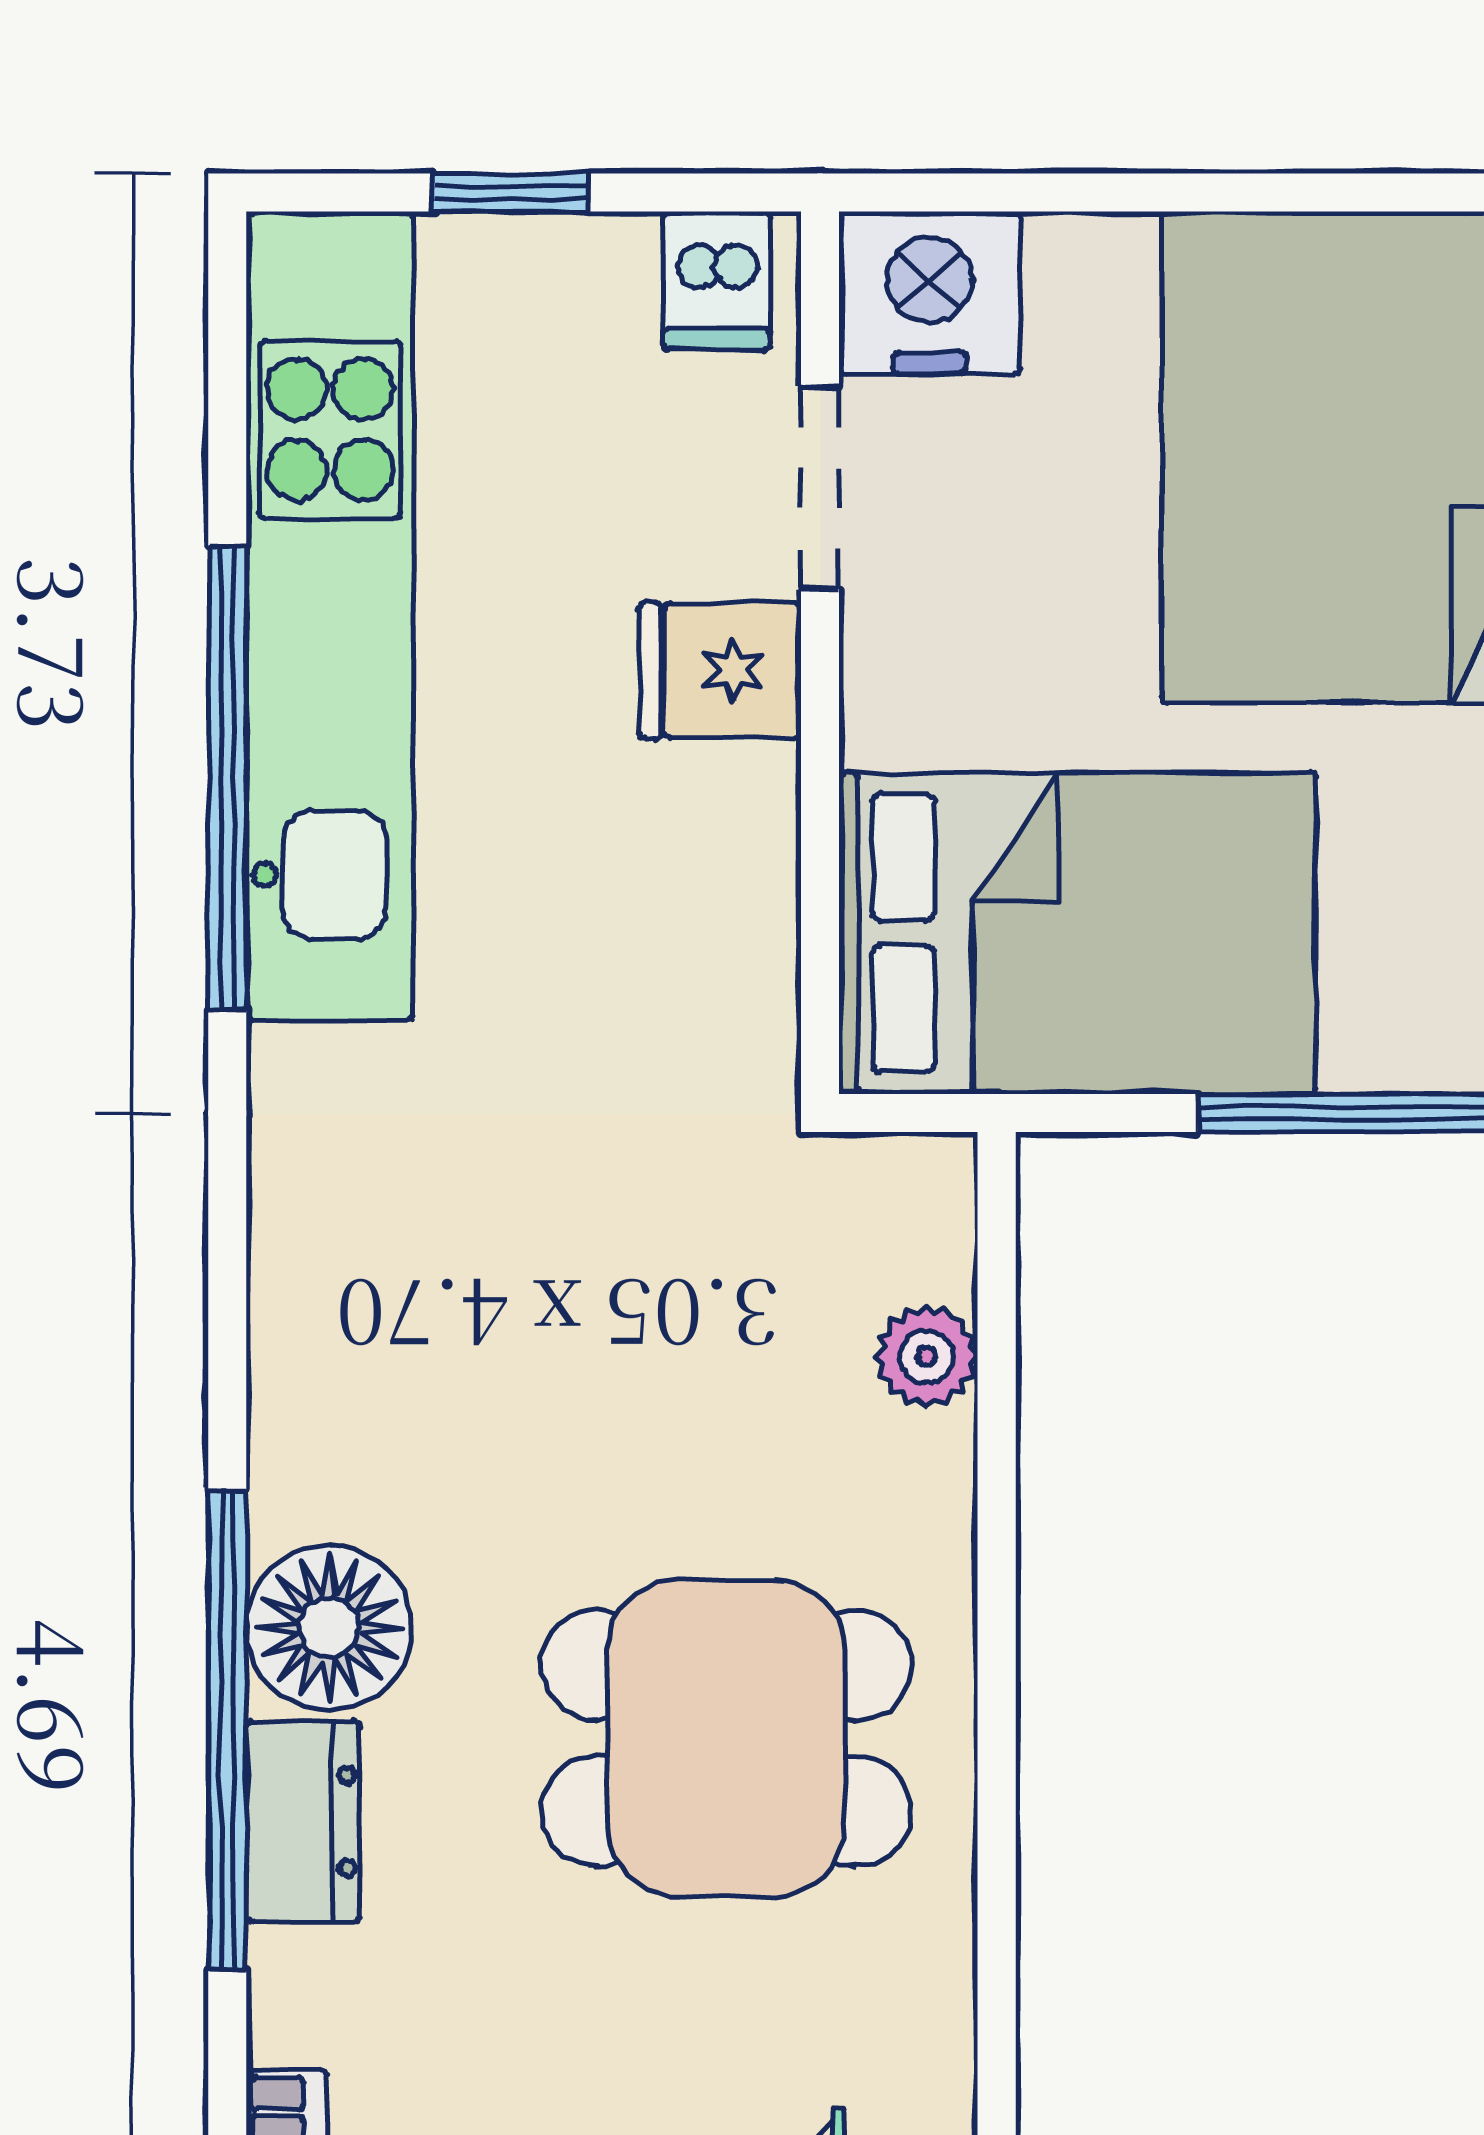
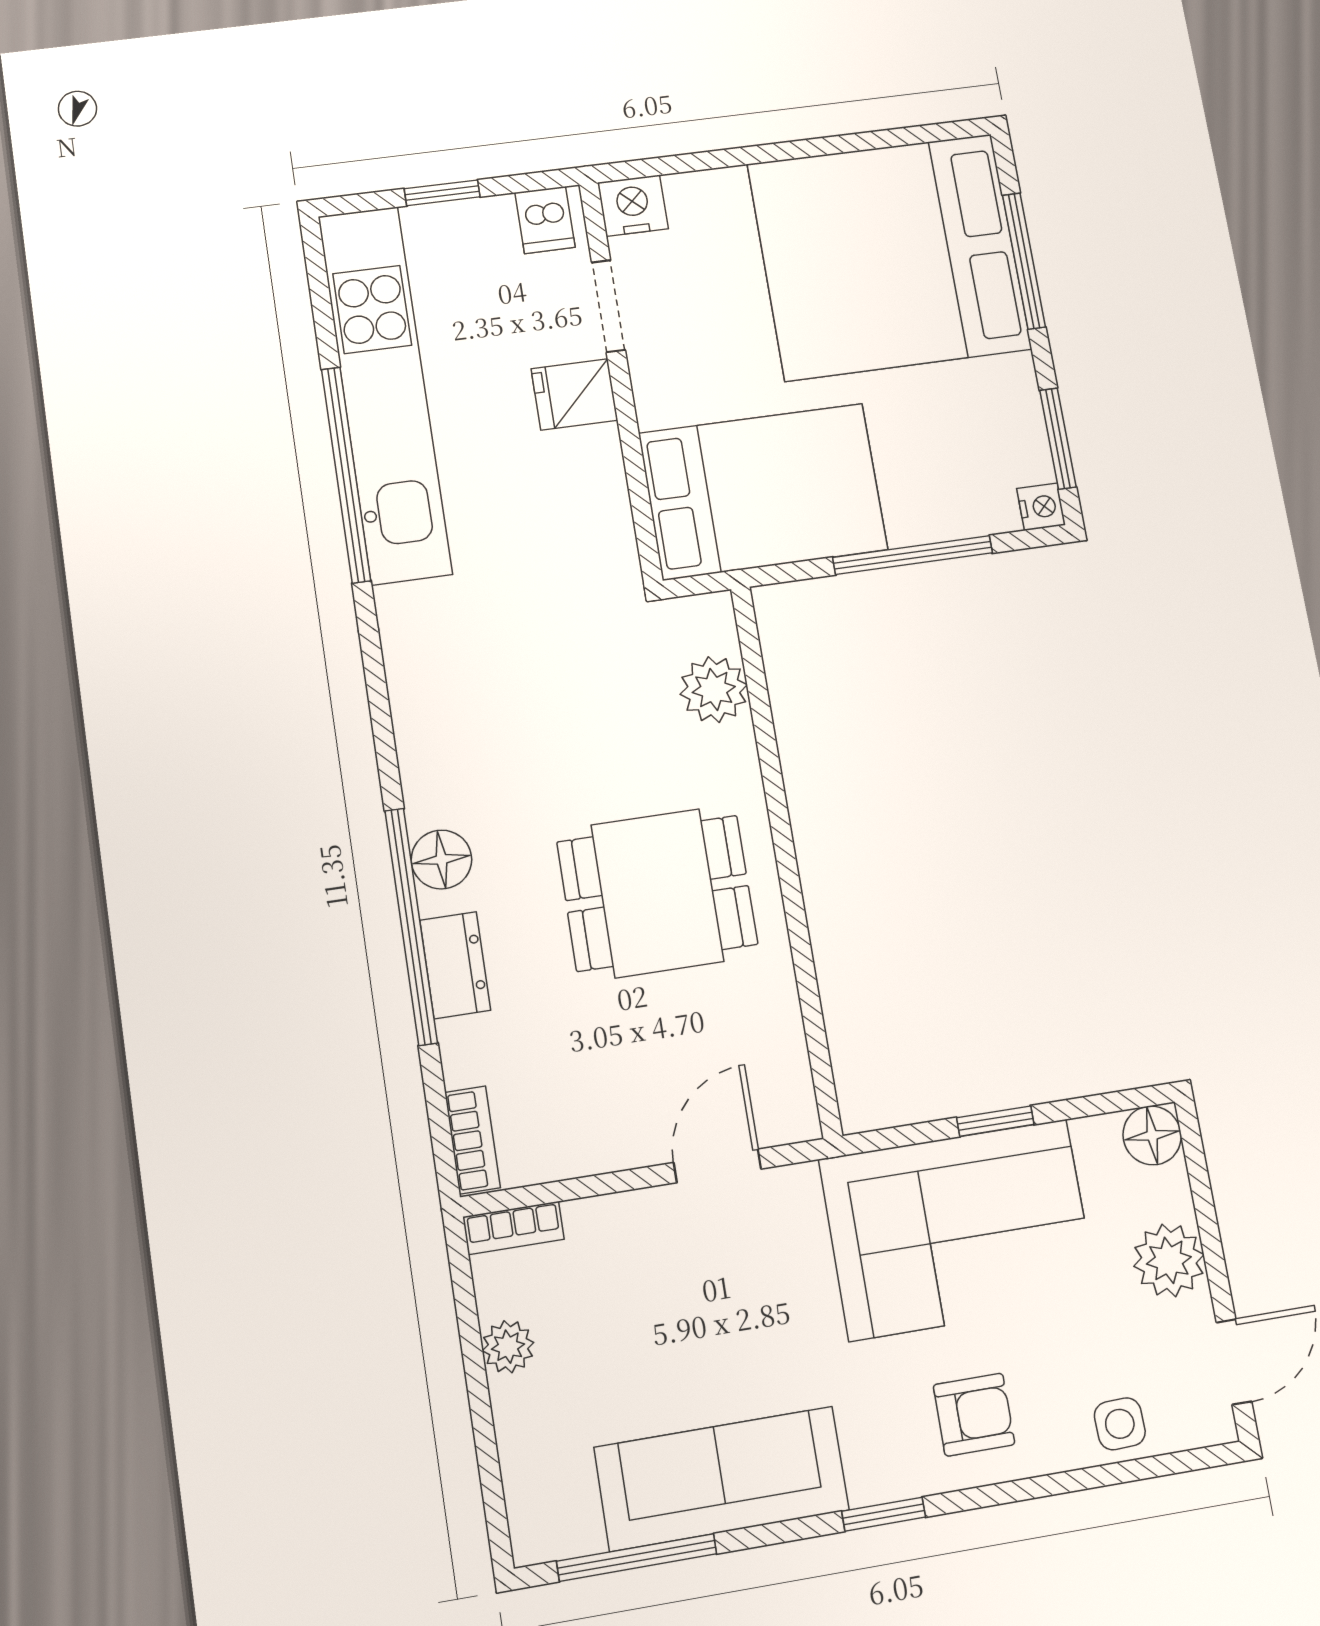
nightstand: (930, 293) -> (633, 206), width x0.74, depth x0.75
plant: (926, 1356) -> (714, 690), width x1.38, depth x1.38
floor lamp: (329, 1628) -> (441, 859), width x0.73, depth x0.73

